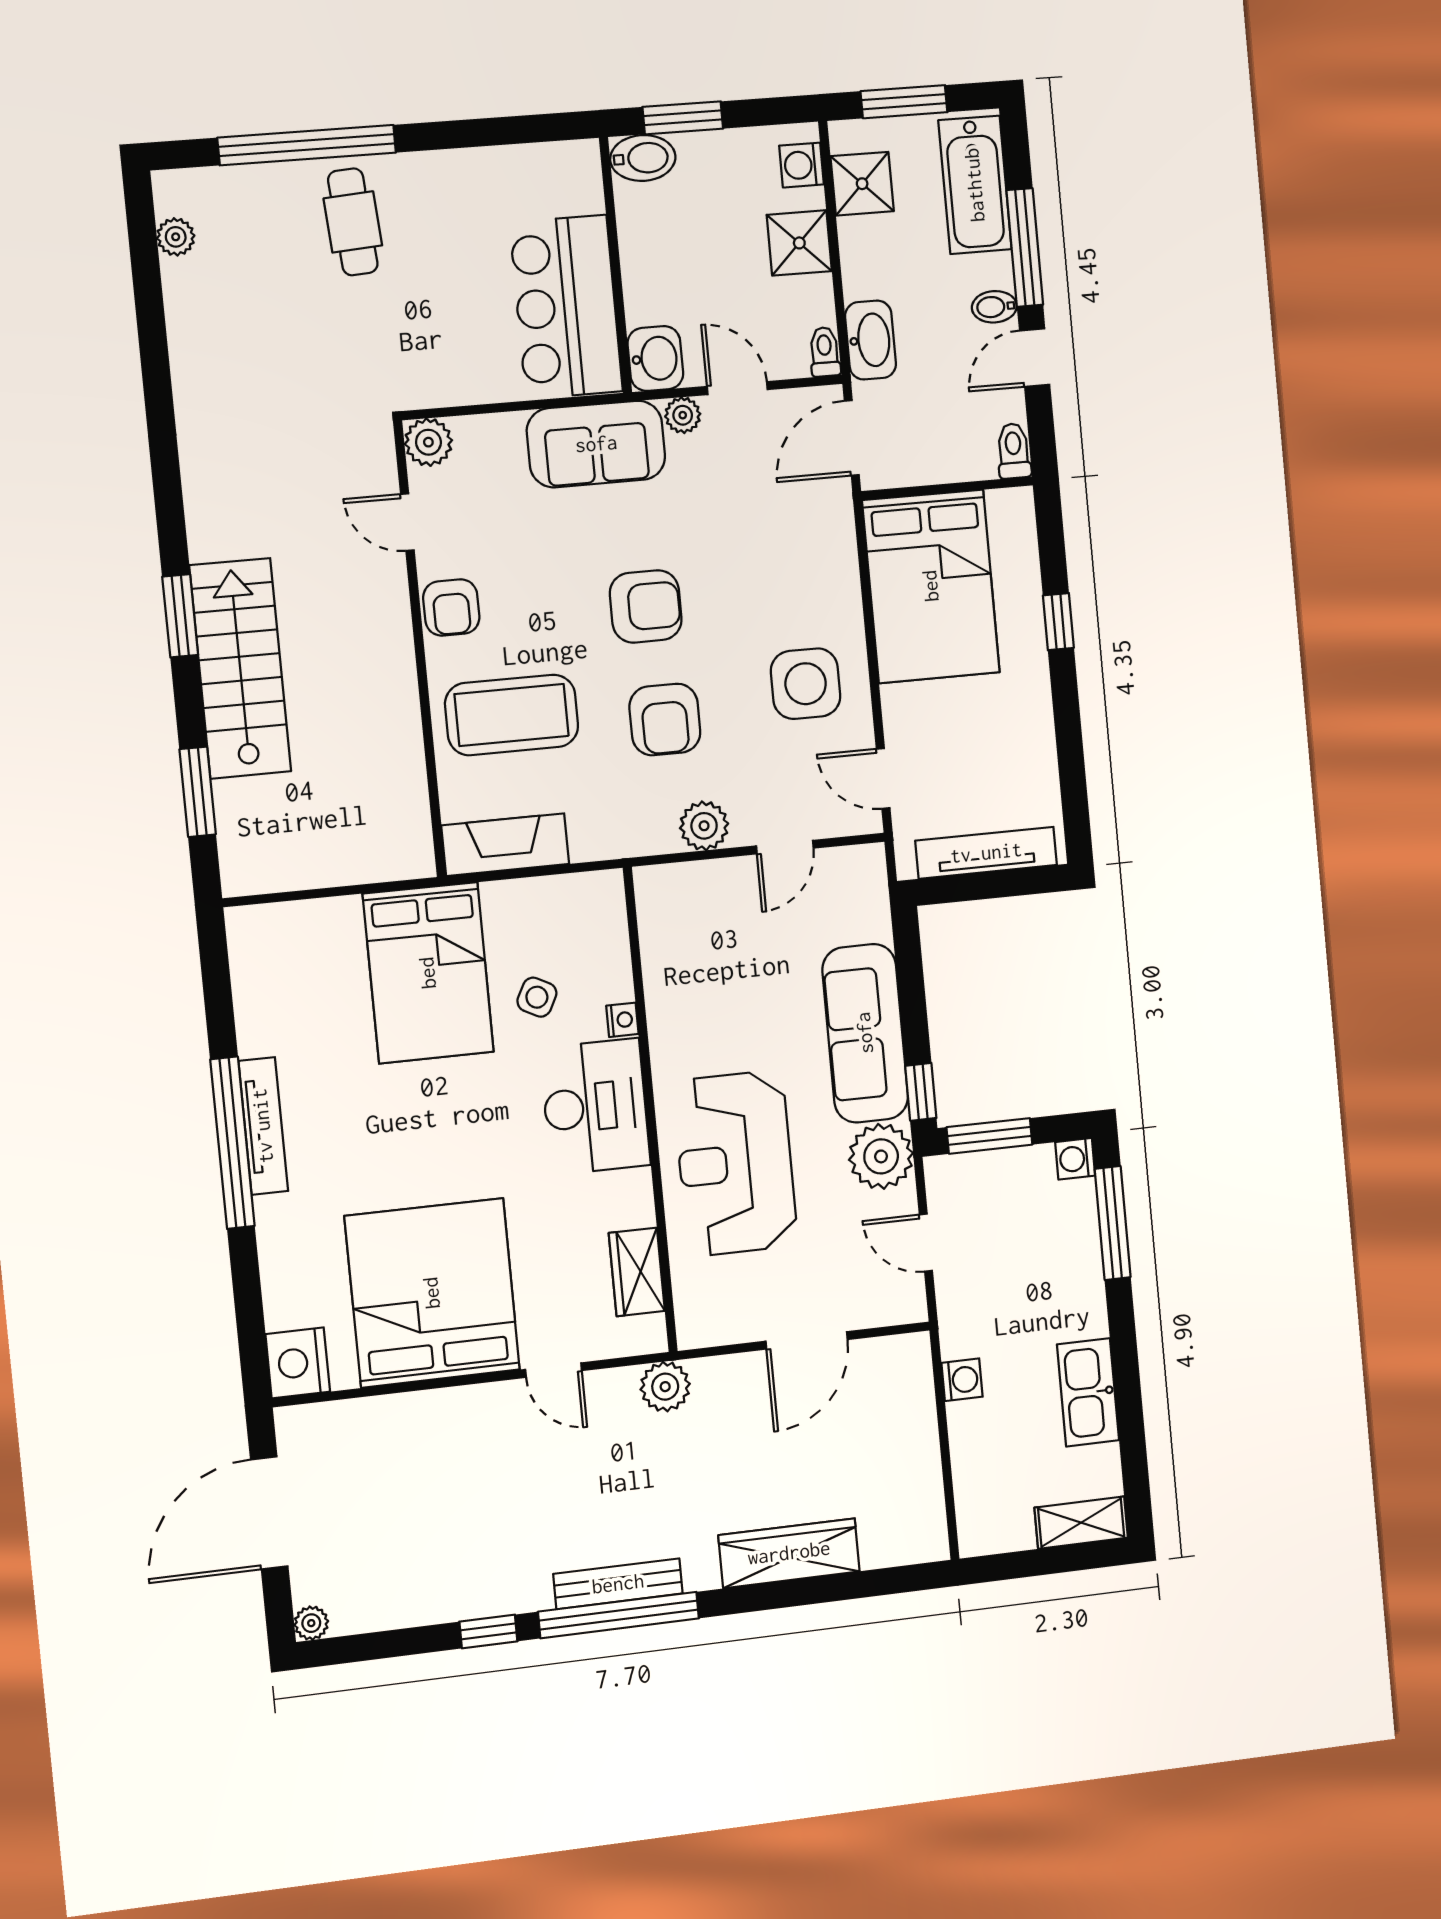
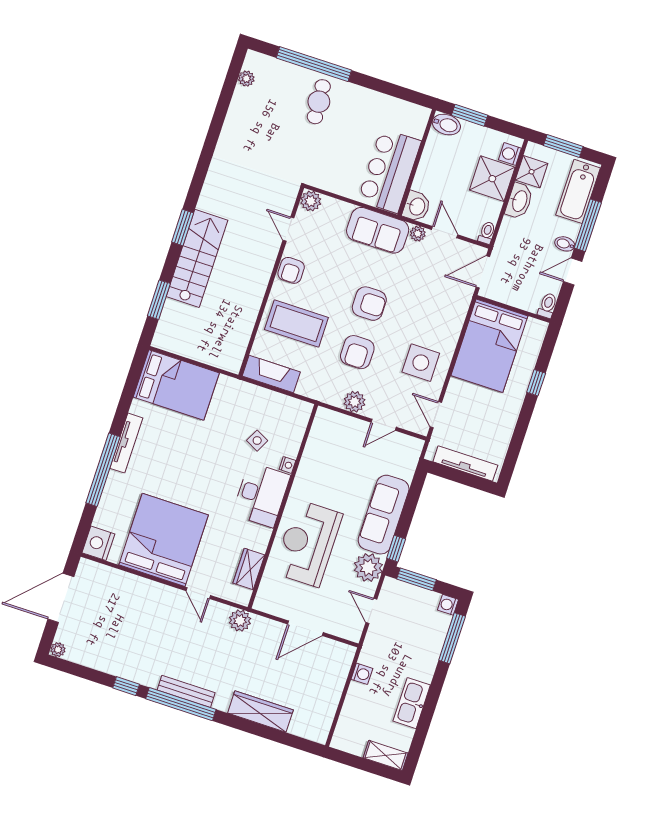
shower: (799, 243) -> (492, 179), width x1.36, depth x1.36
washbasin: (871, 340) -> (519, 201), moved
bed: (428, 973) -> (176, 385), moved, turned -90
window: (232, 1143) -> (103, 470), moved

